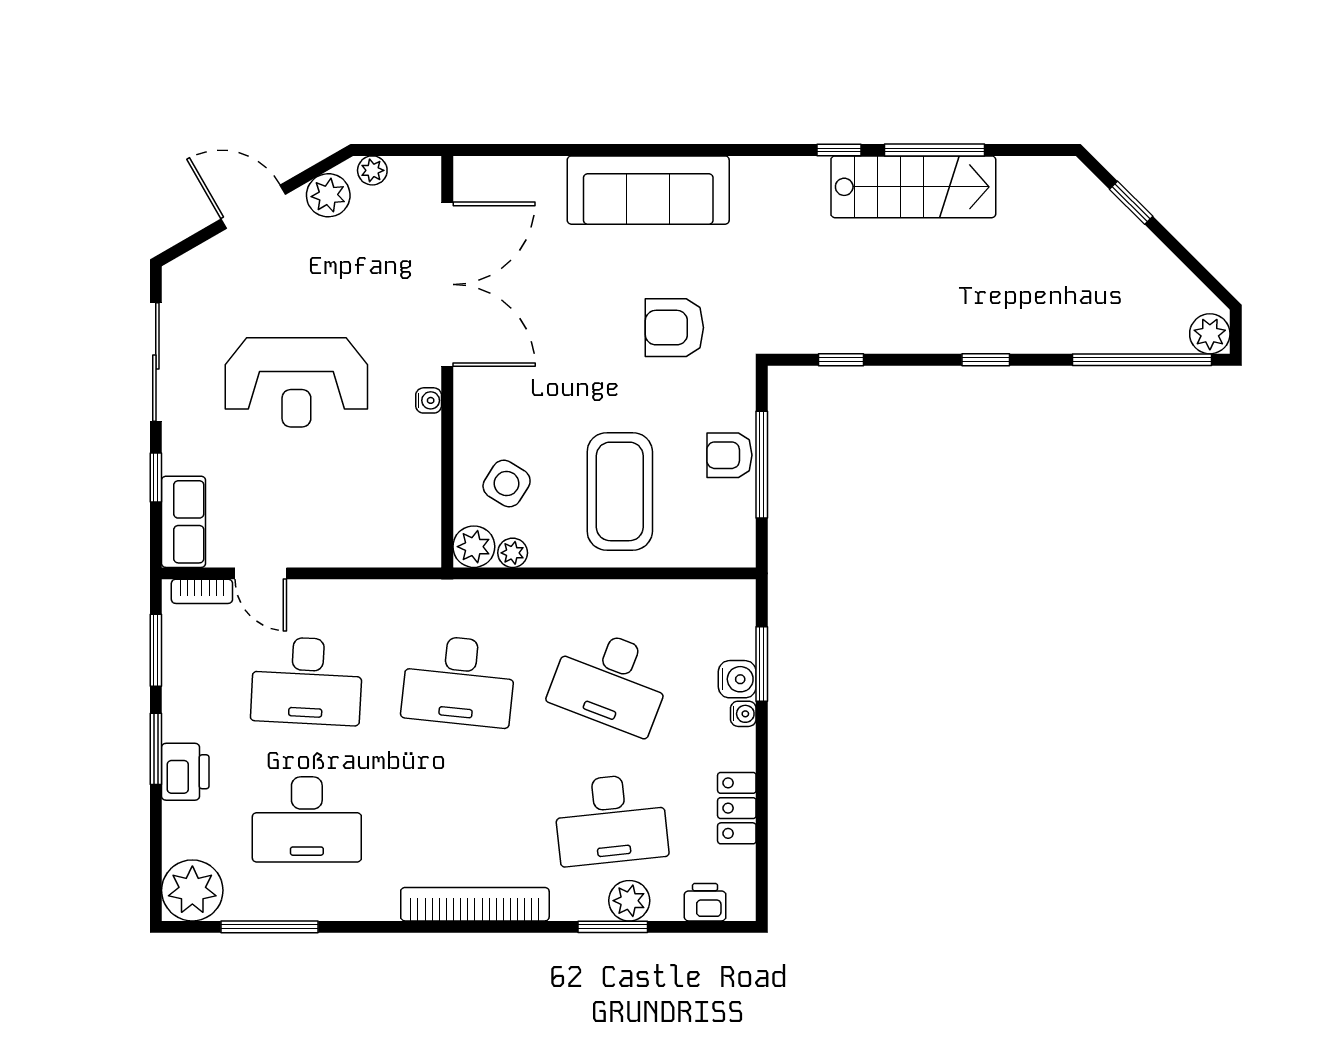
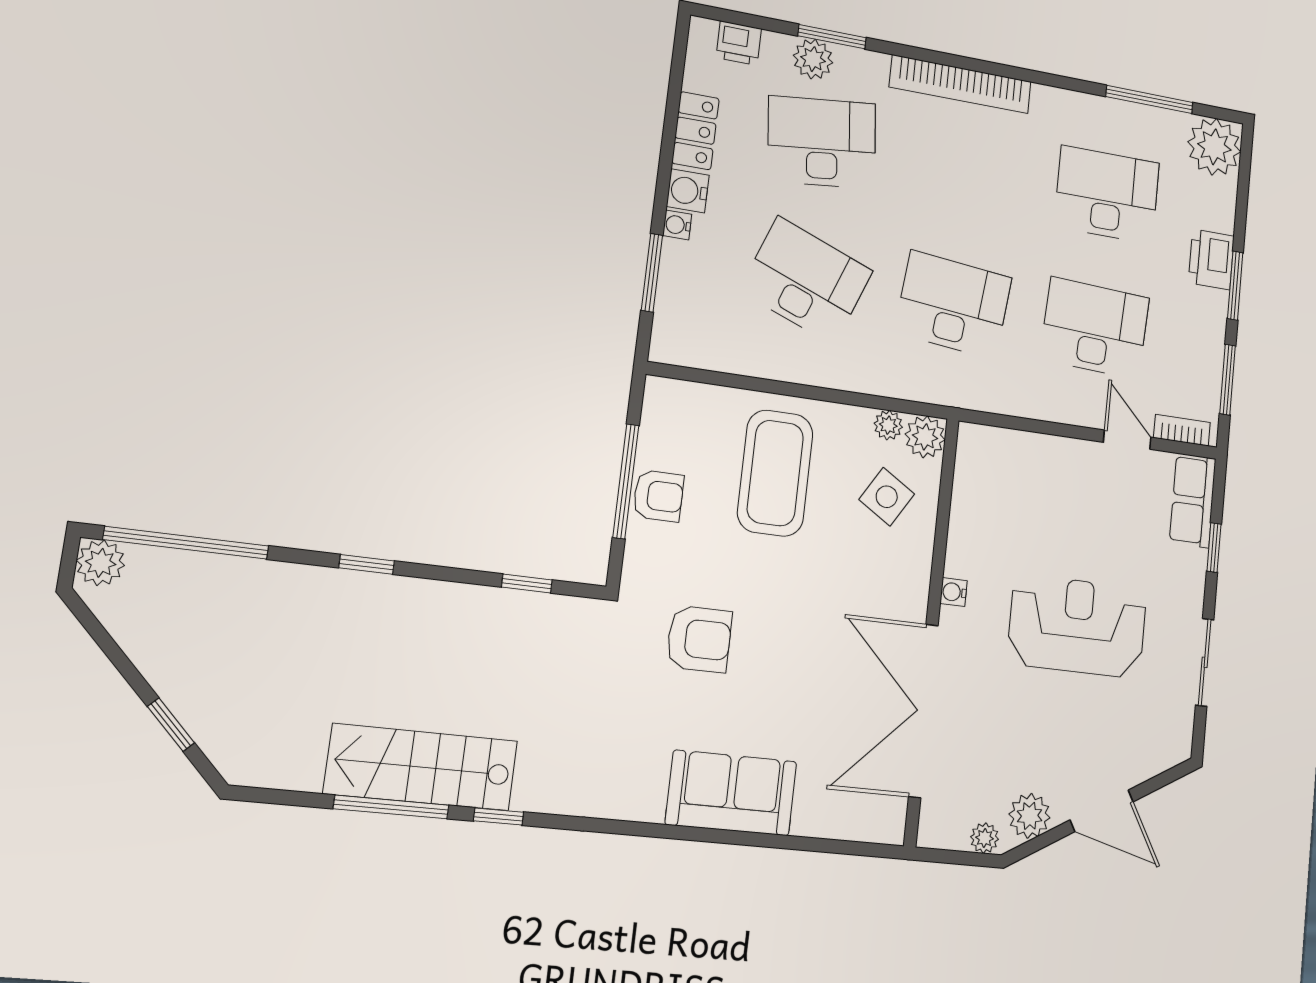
sofa: (648, 190) -> (731, 793), width x0.73
sliding door: (156, 362) -> (1205, 662), width x0.73
water cooler: (737, 679) -> (688, 191), moved

